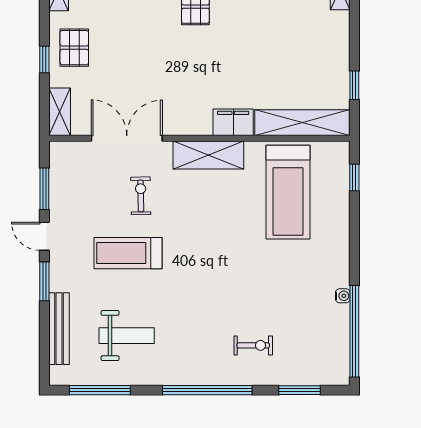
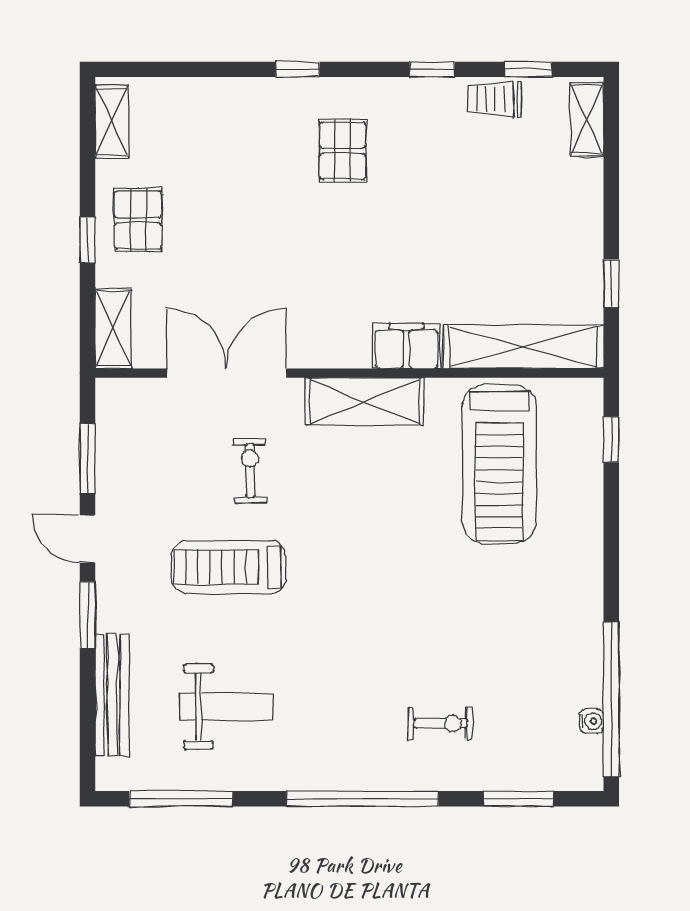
water cooler: (343, 296) -> (592, 721), moved

